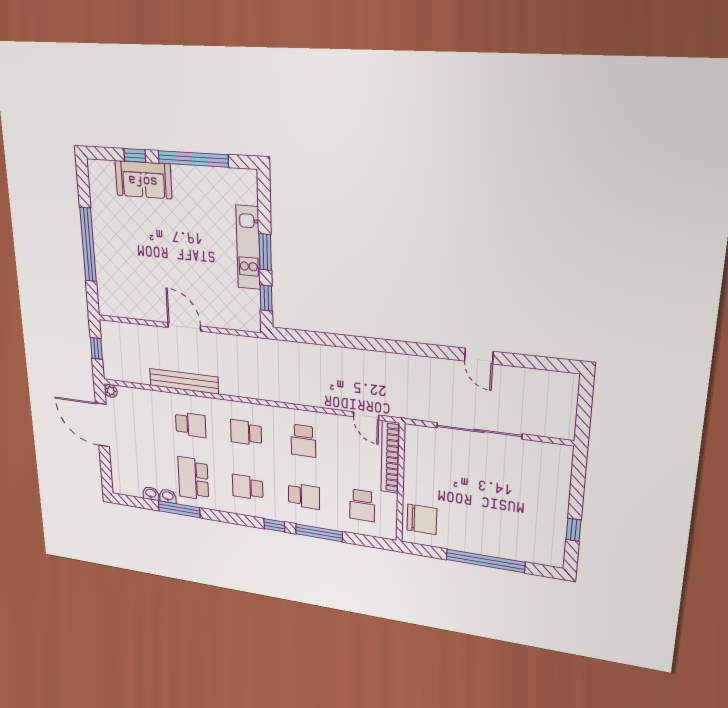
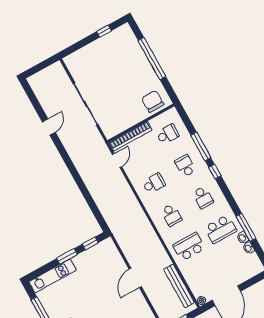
kitchen unit: (248, 248) -> (53, 276), moved
bench: (184, 381) -> (179, 286), moved
school desk: (191, 425) -> (189, 247), width x1.85

